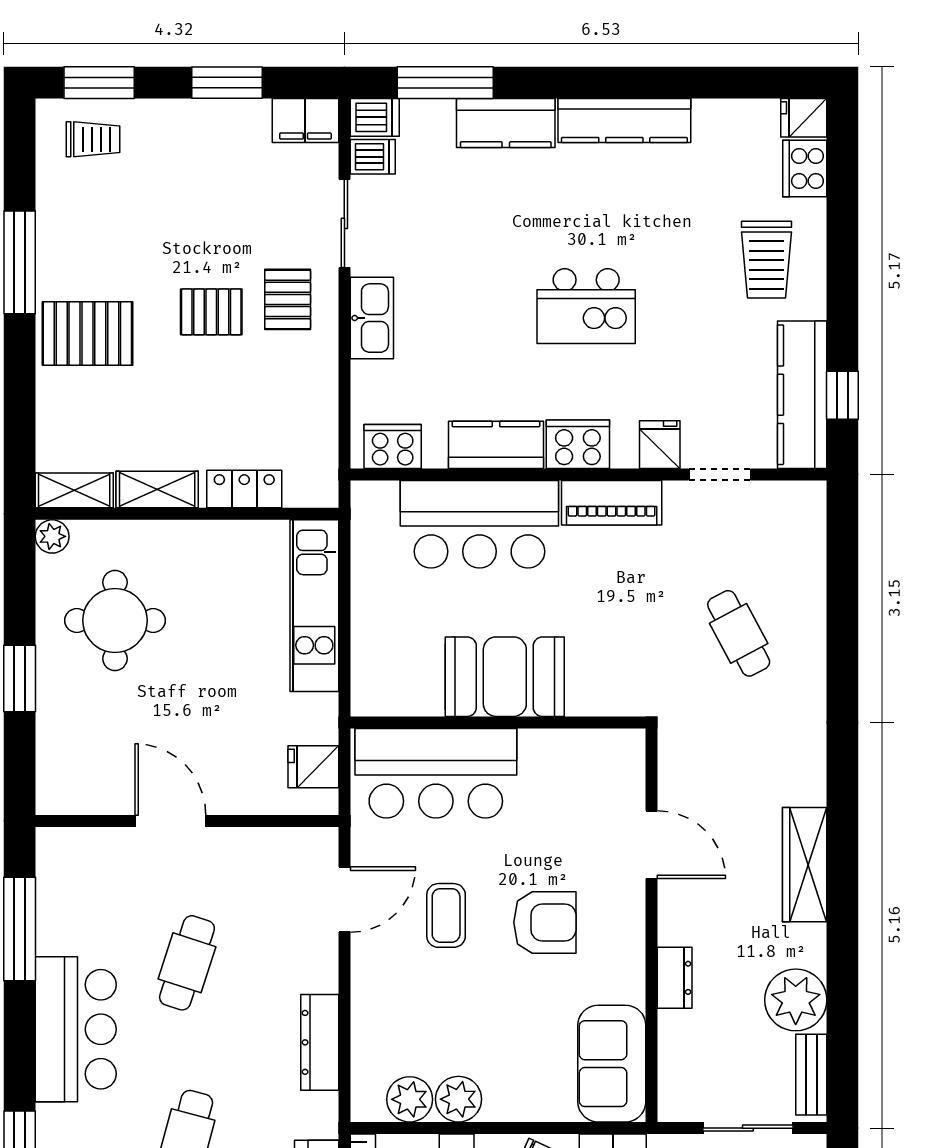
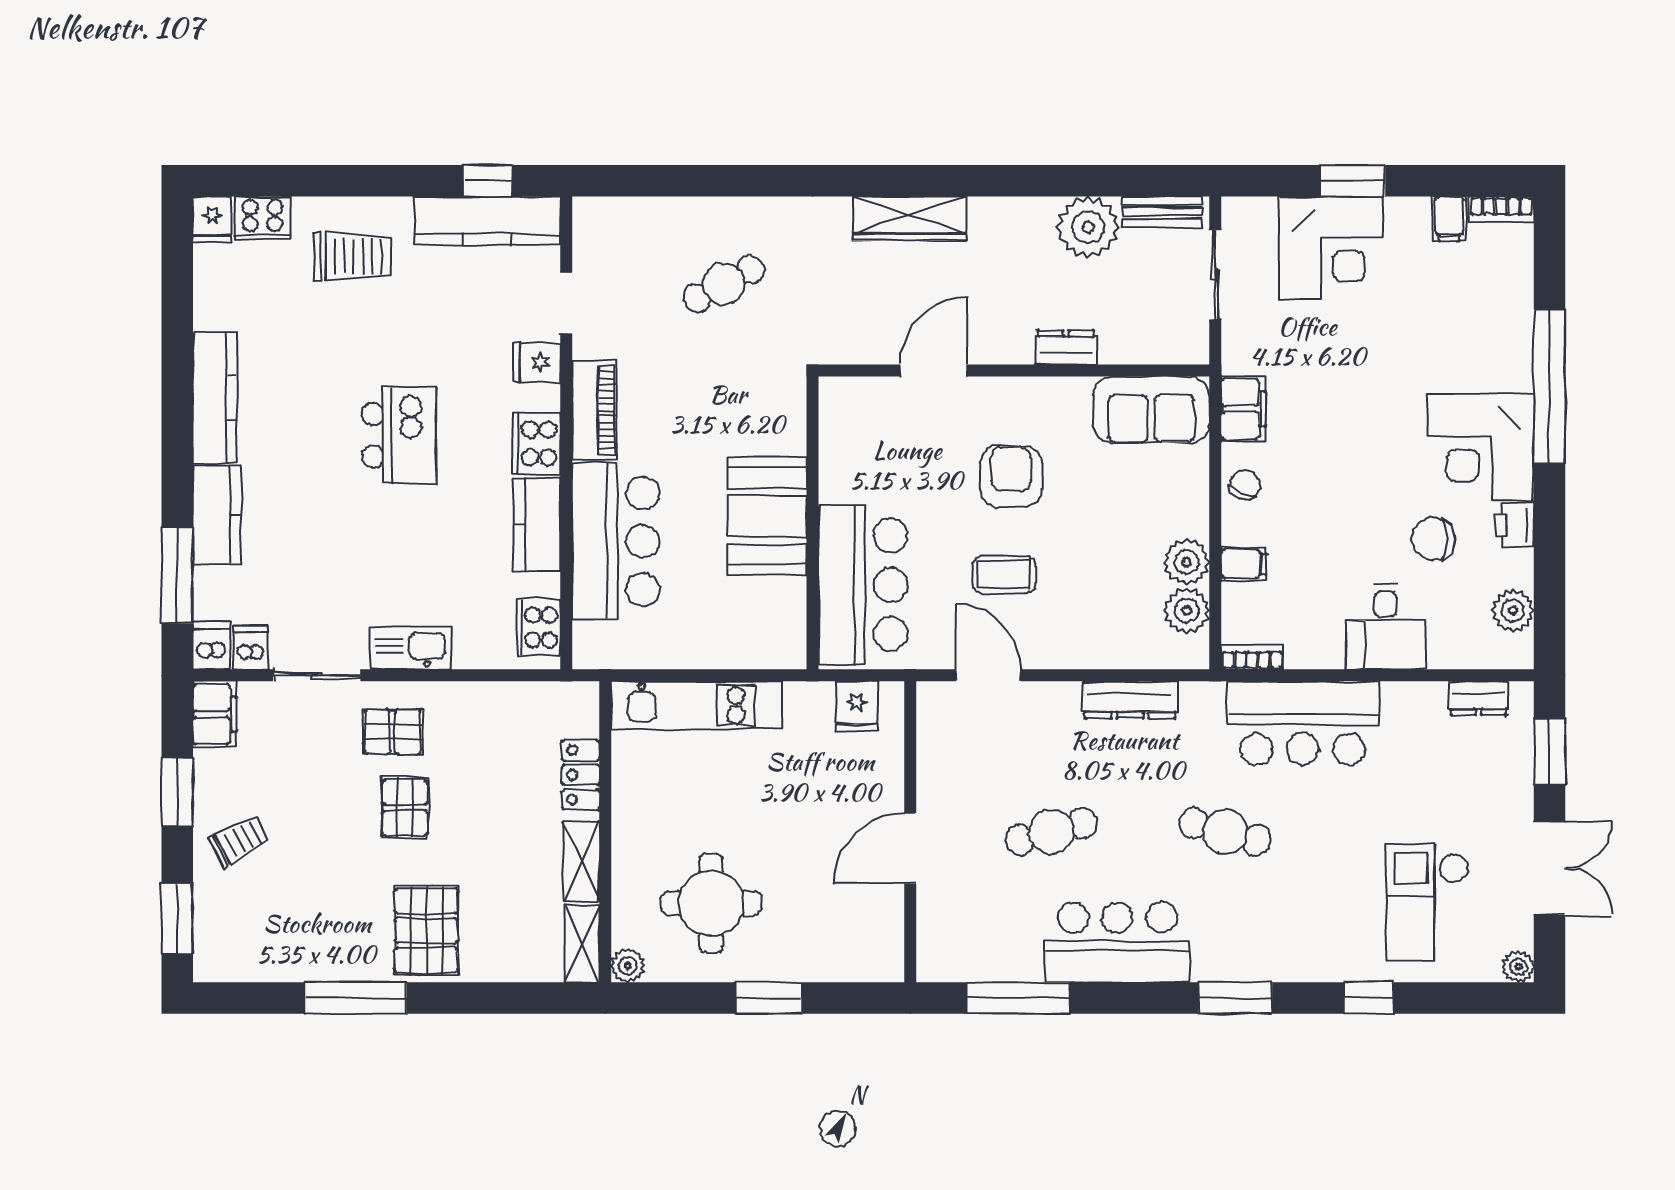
trolley: (93, 139) -> (240, 841), moved, turned 63
wardrobe: (805, 865) -> (910, 218), moved
cafe table: (187, 963) -> (1051, 832), turned -33

